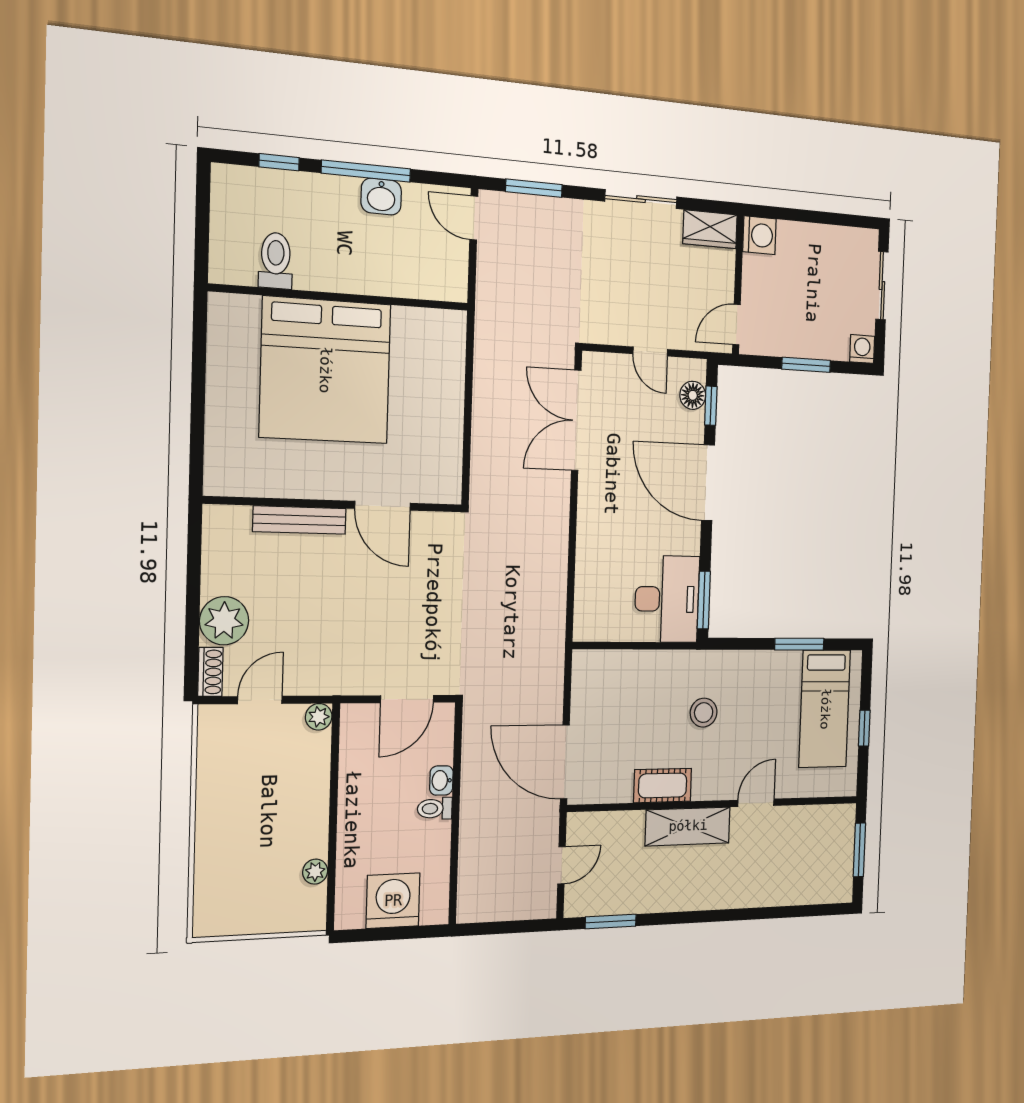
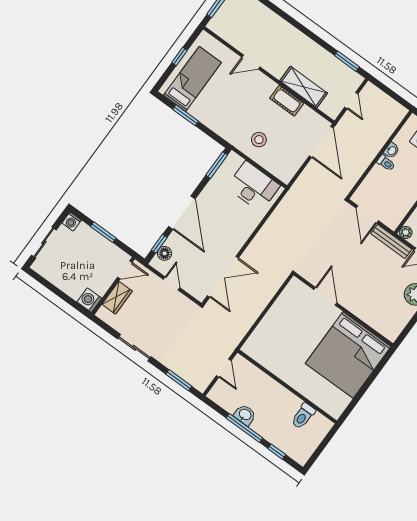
door: (474, 218) -> (224, 368), moved
wardrobe: (710, 229) -> (117, 298), moved, turned 90
bed: (325, 370) -> (348, 355), moved, turned 180
bench: (300, 520) -> (391, 241), moved
desk: (667, 599) -> (253, 186), moved, turned 90
door: (407, 699) -> (367, 214), swing flipped
stool: (704, 713) -> (259, 140), moved
washbasin: (441, 780) -> (392, 150), moved
shelving: (688, 826) -> (304, 87), moved
door: (561, 865) -> (351, 101), swing flipped

